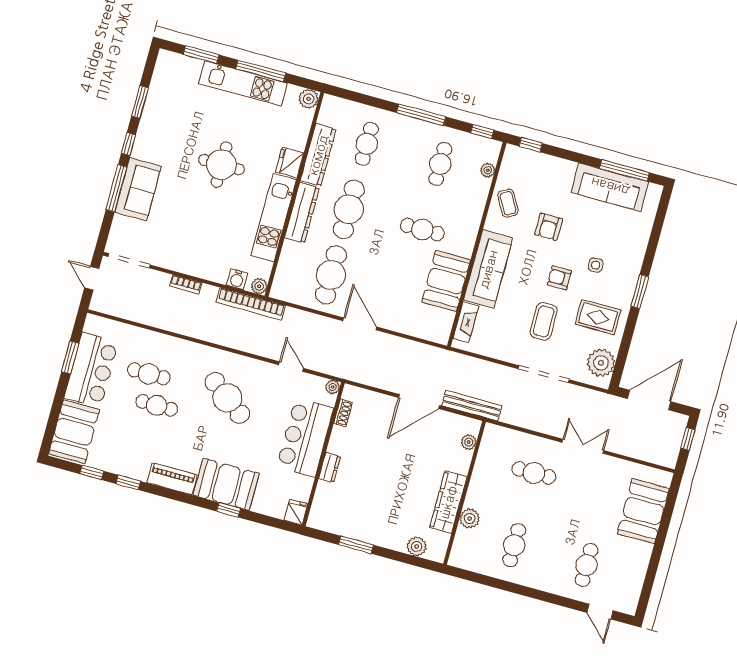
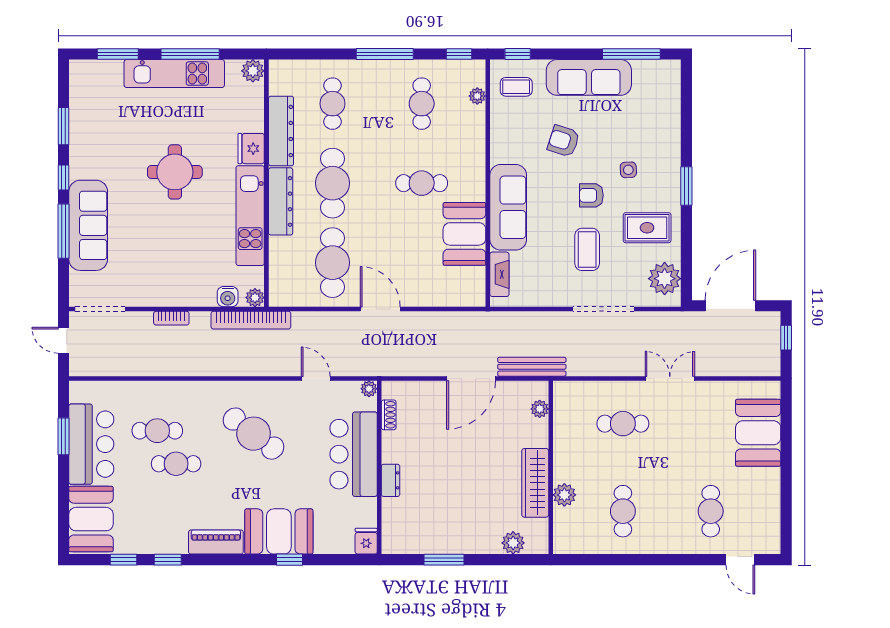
sofa: (610, 187) -> (589, 77), moved
sofa: (138, 189) -> (88, 225), width x1.36
coffee table: (508, 203) -> (516, 87), moved, turned -61
armchair: (549, 227) -> (564, 141), turned 108

